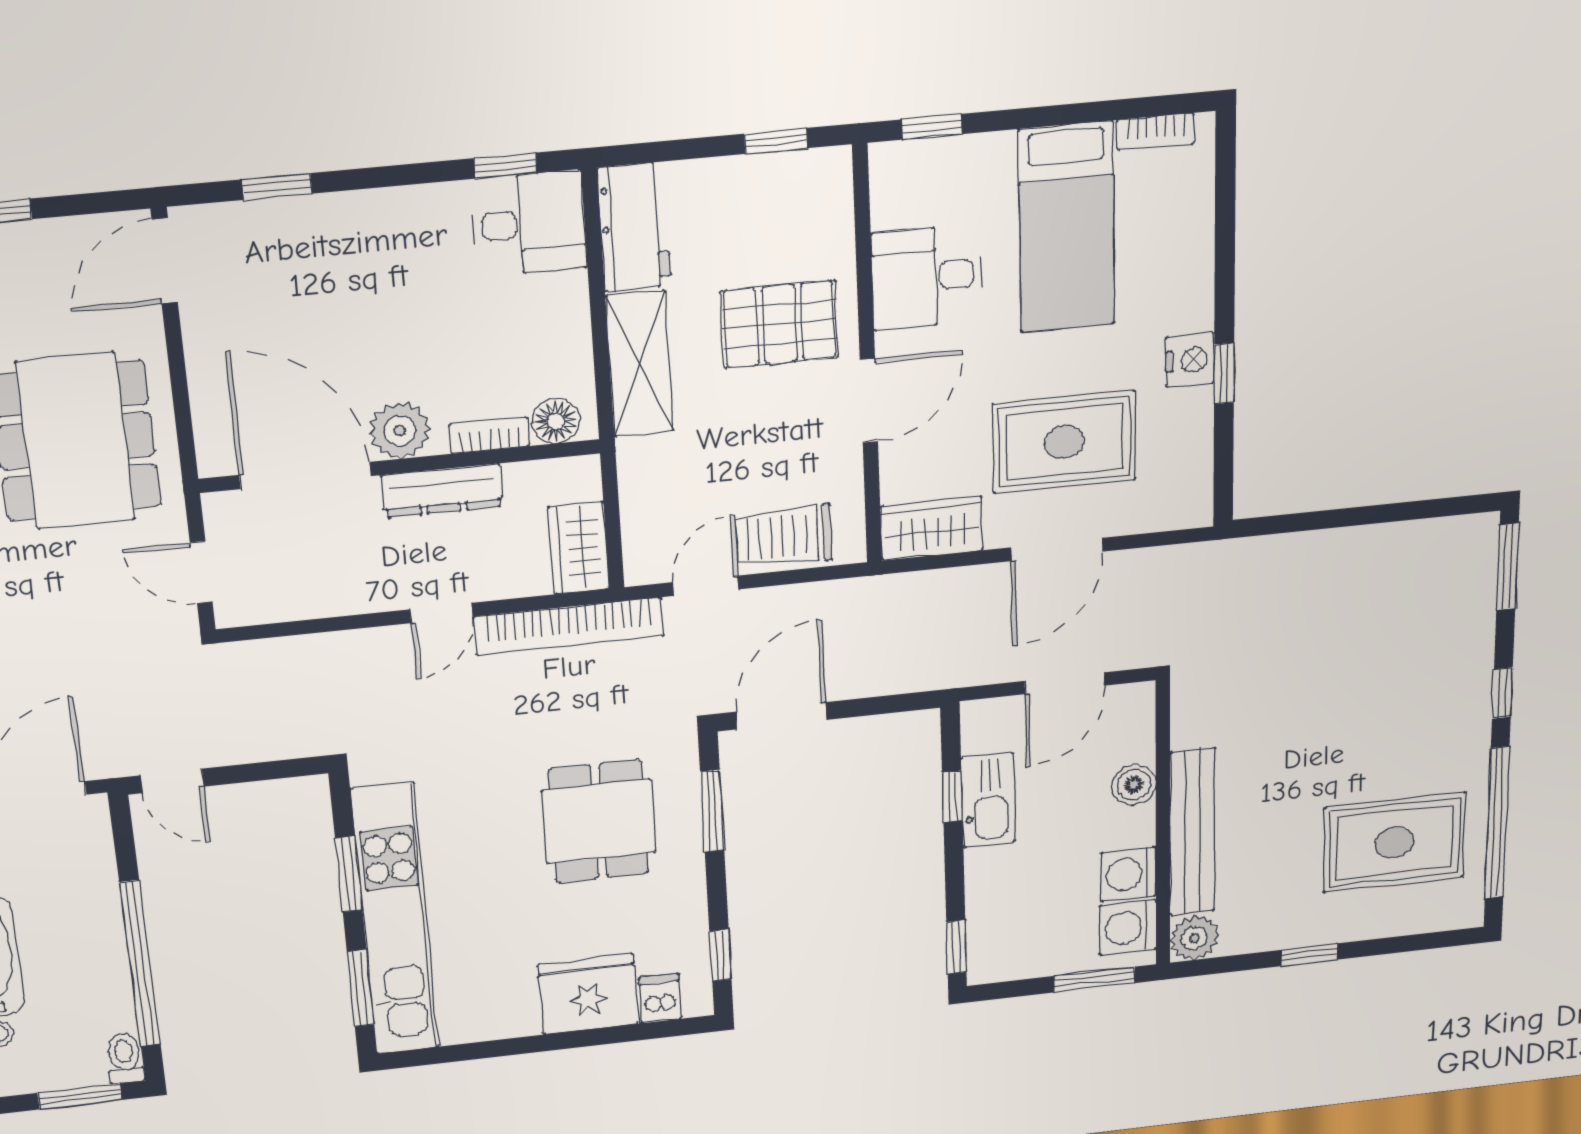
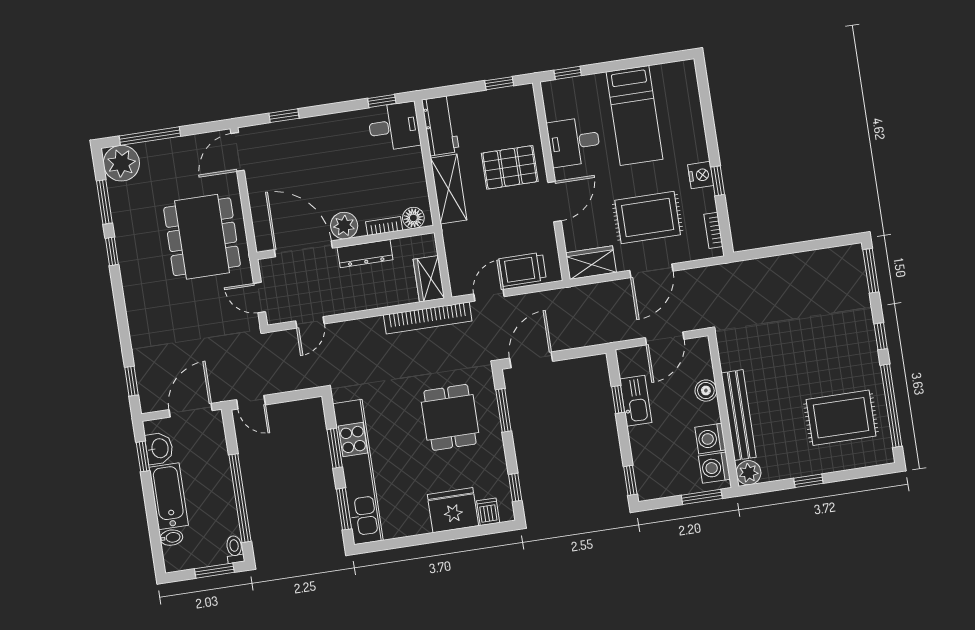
bookcase: (1156, 132) -> (713, 230), moved, turned 90
door: (441, 613) -> (310, 322), moved

